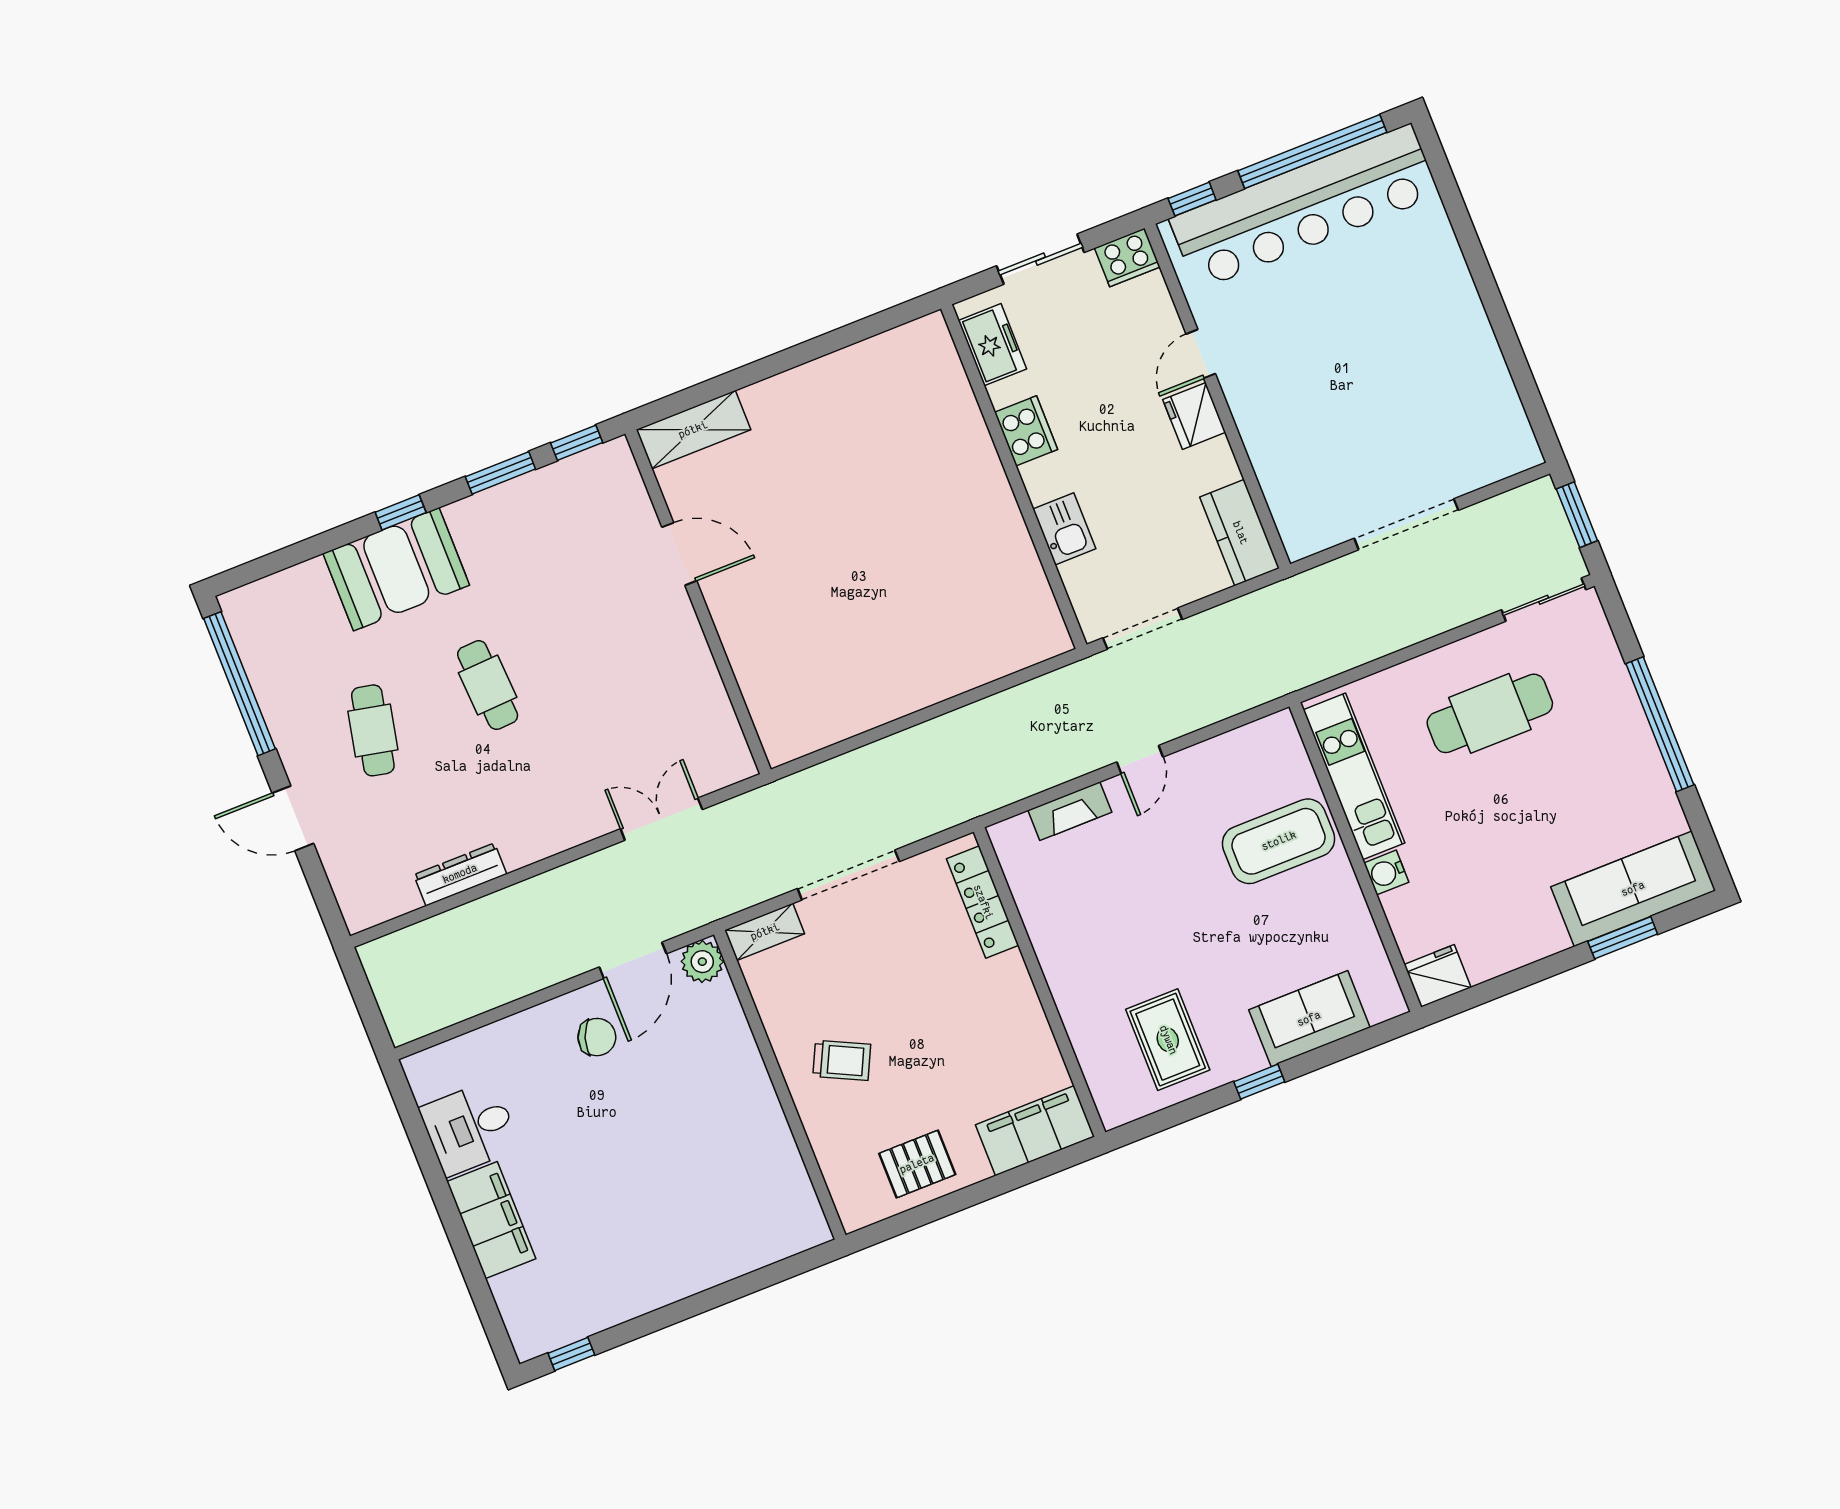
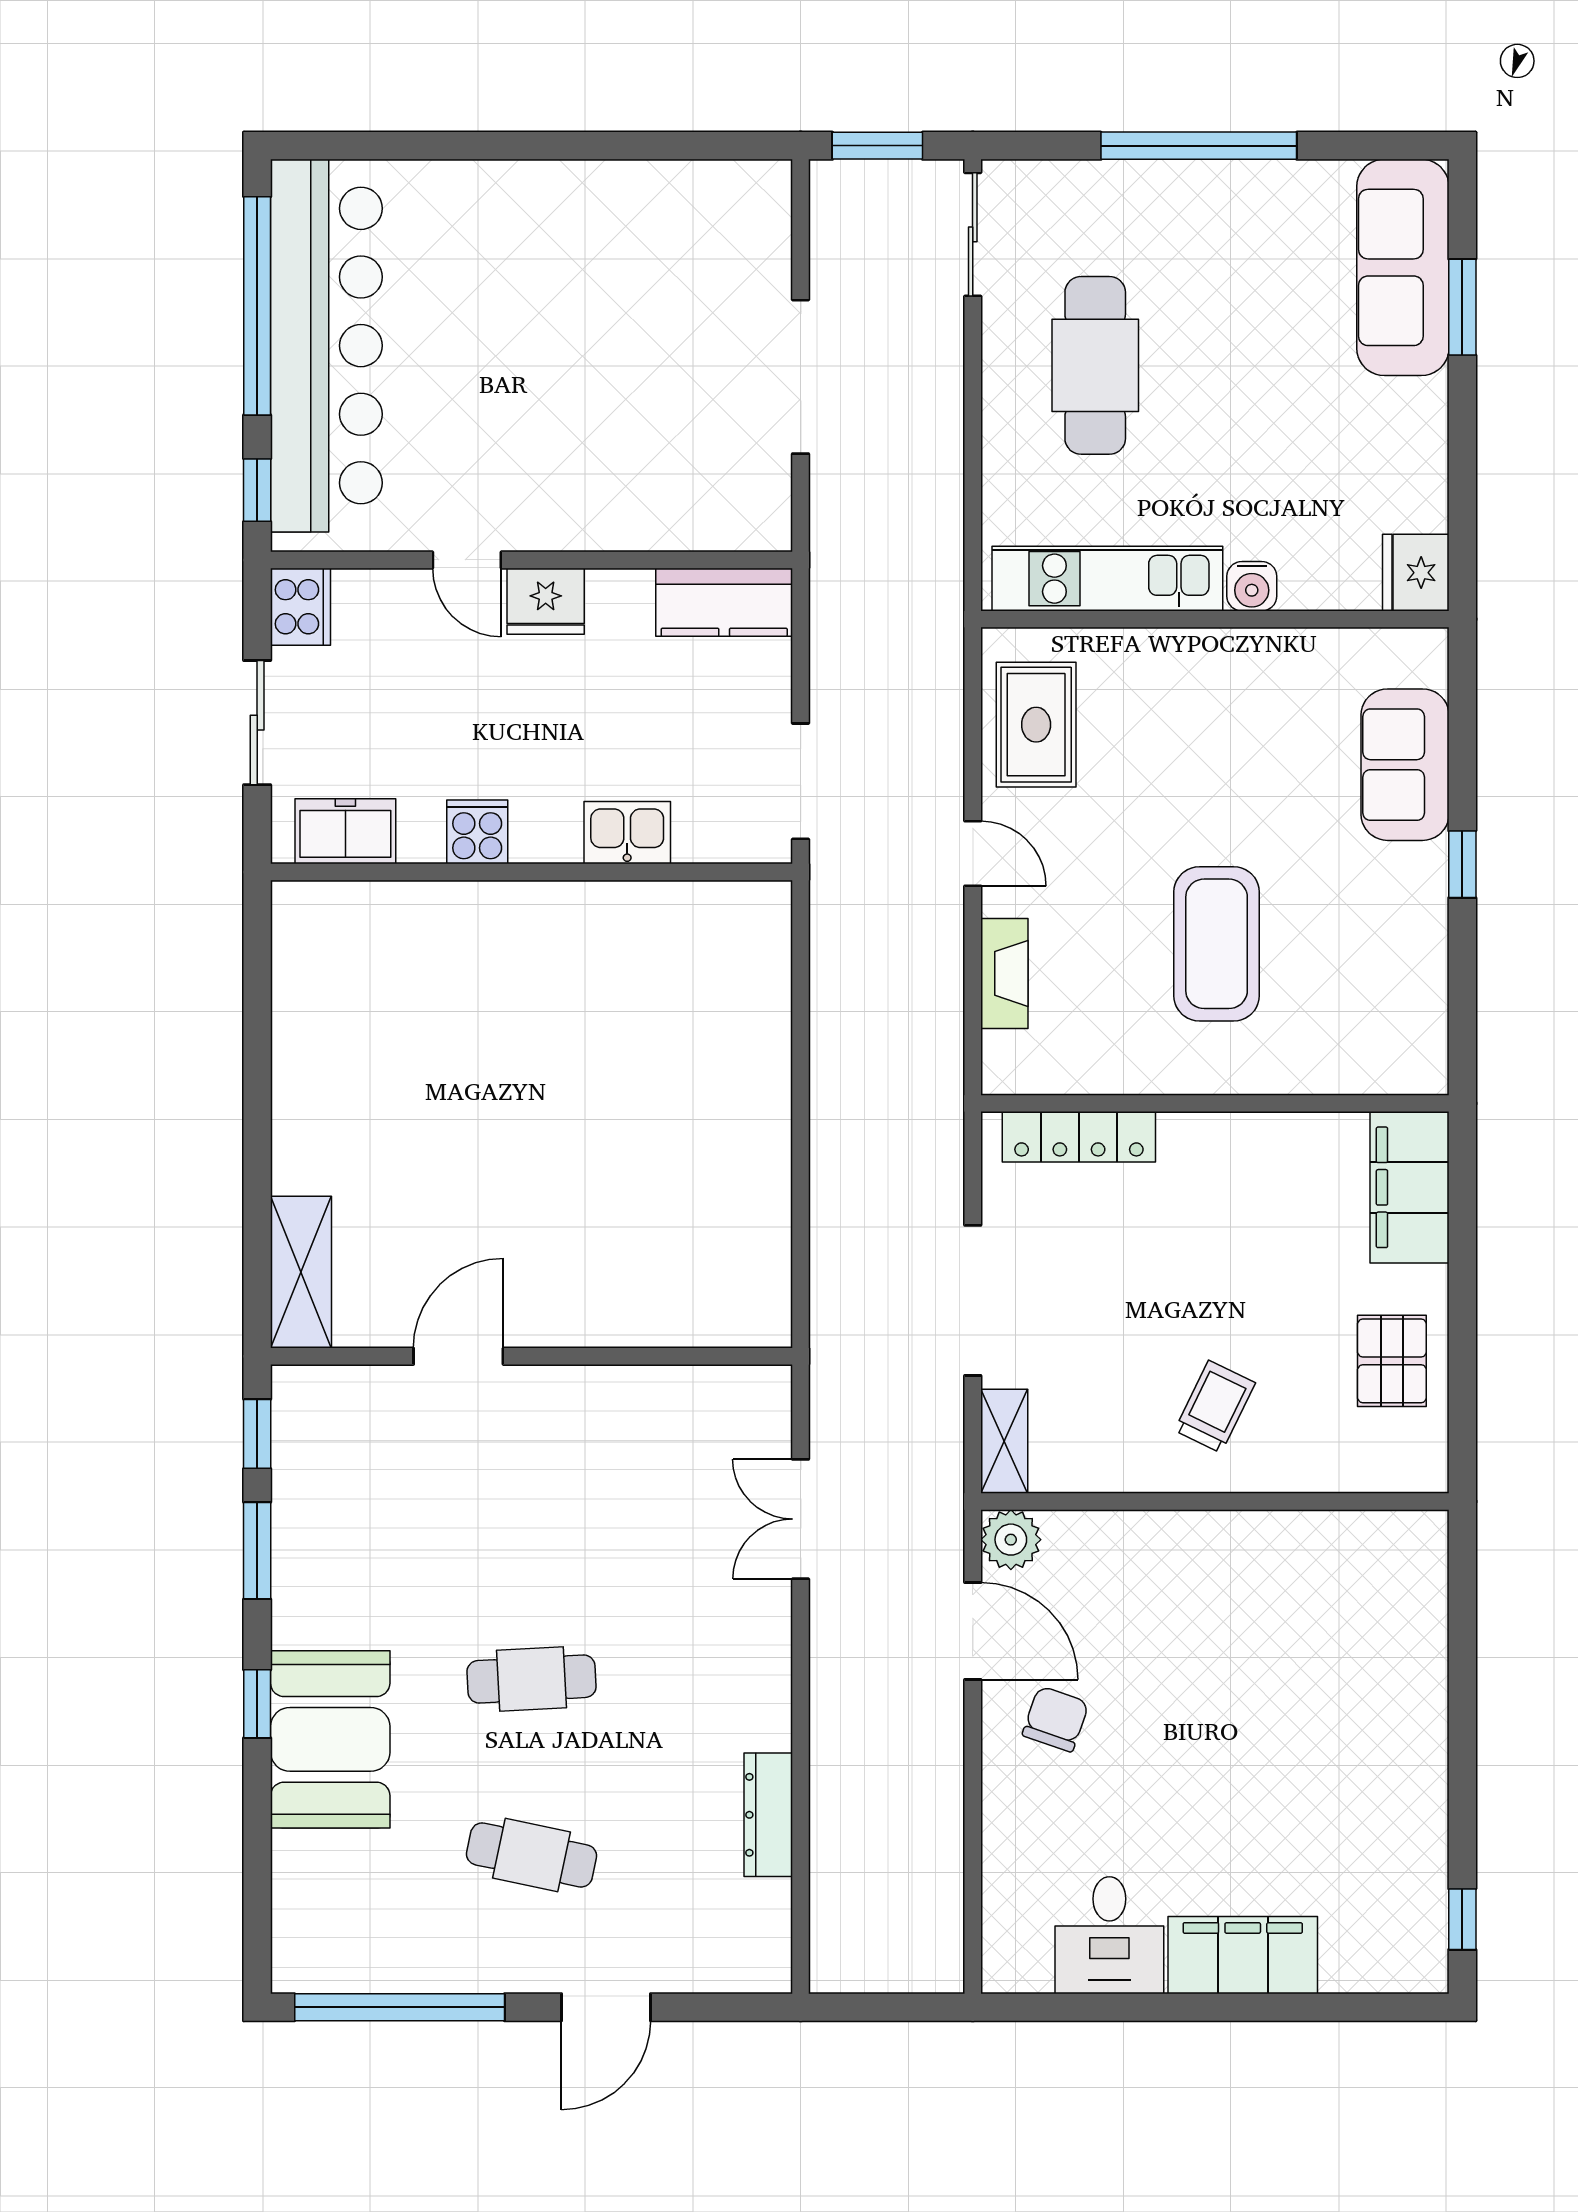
cooker: (1026, 431) -> (477, 832), width x0.73
coffee table: (1279, 841) -> (1217, 944), moved
rug: (1168, 1040) -> (1036, 725), moved, turned 90

